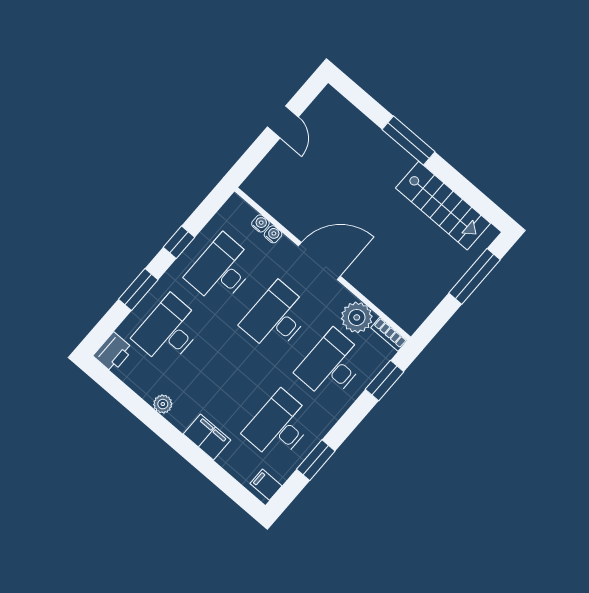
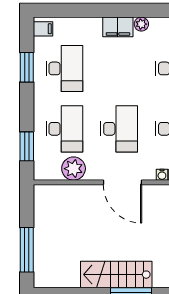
stairs: (443, 206) -> (116, 275), moved
door: (319, 261) -> (123, 182), hinge flipped
bookcase: (389, 334) -> (47, 175), removed
filing cabinet: (207, 437) -> (118, 27), moved

